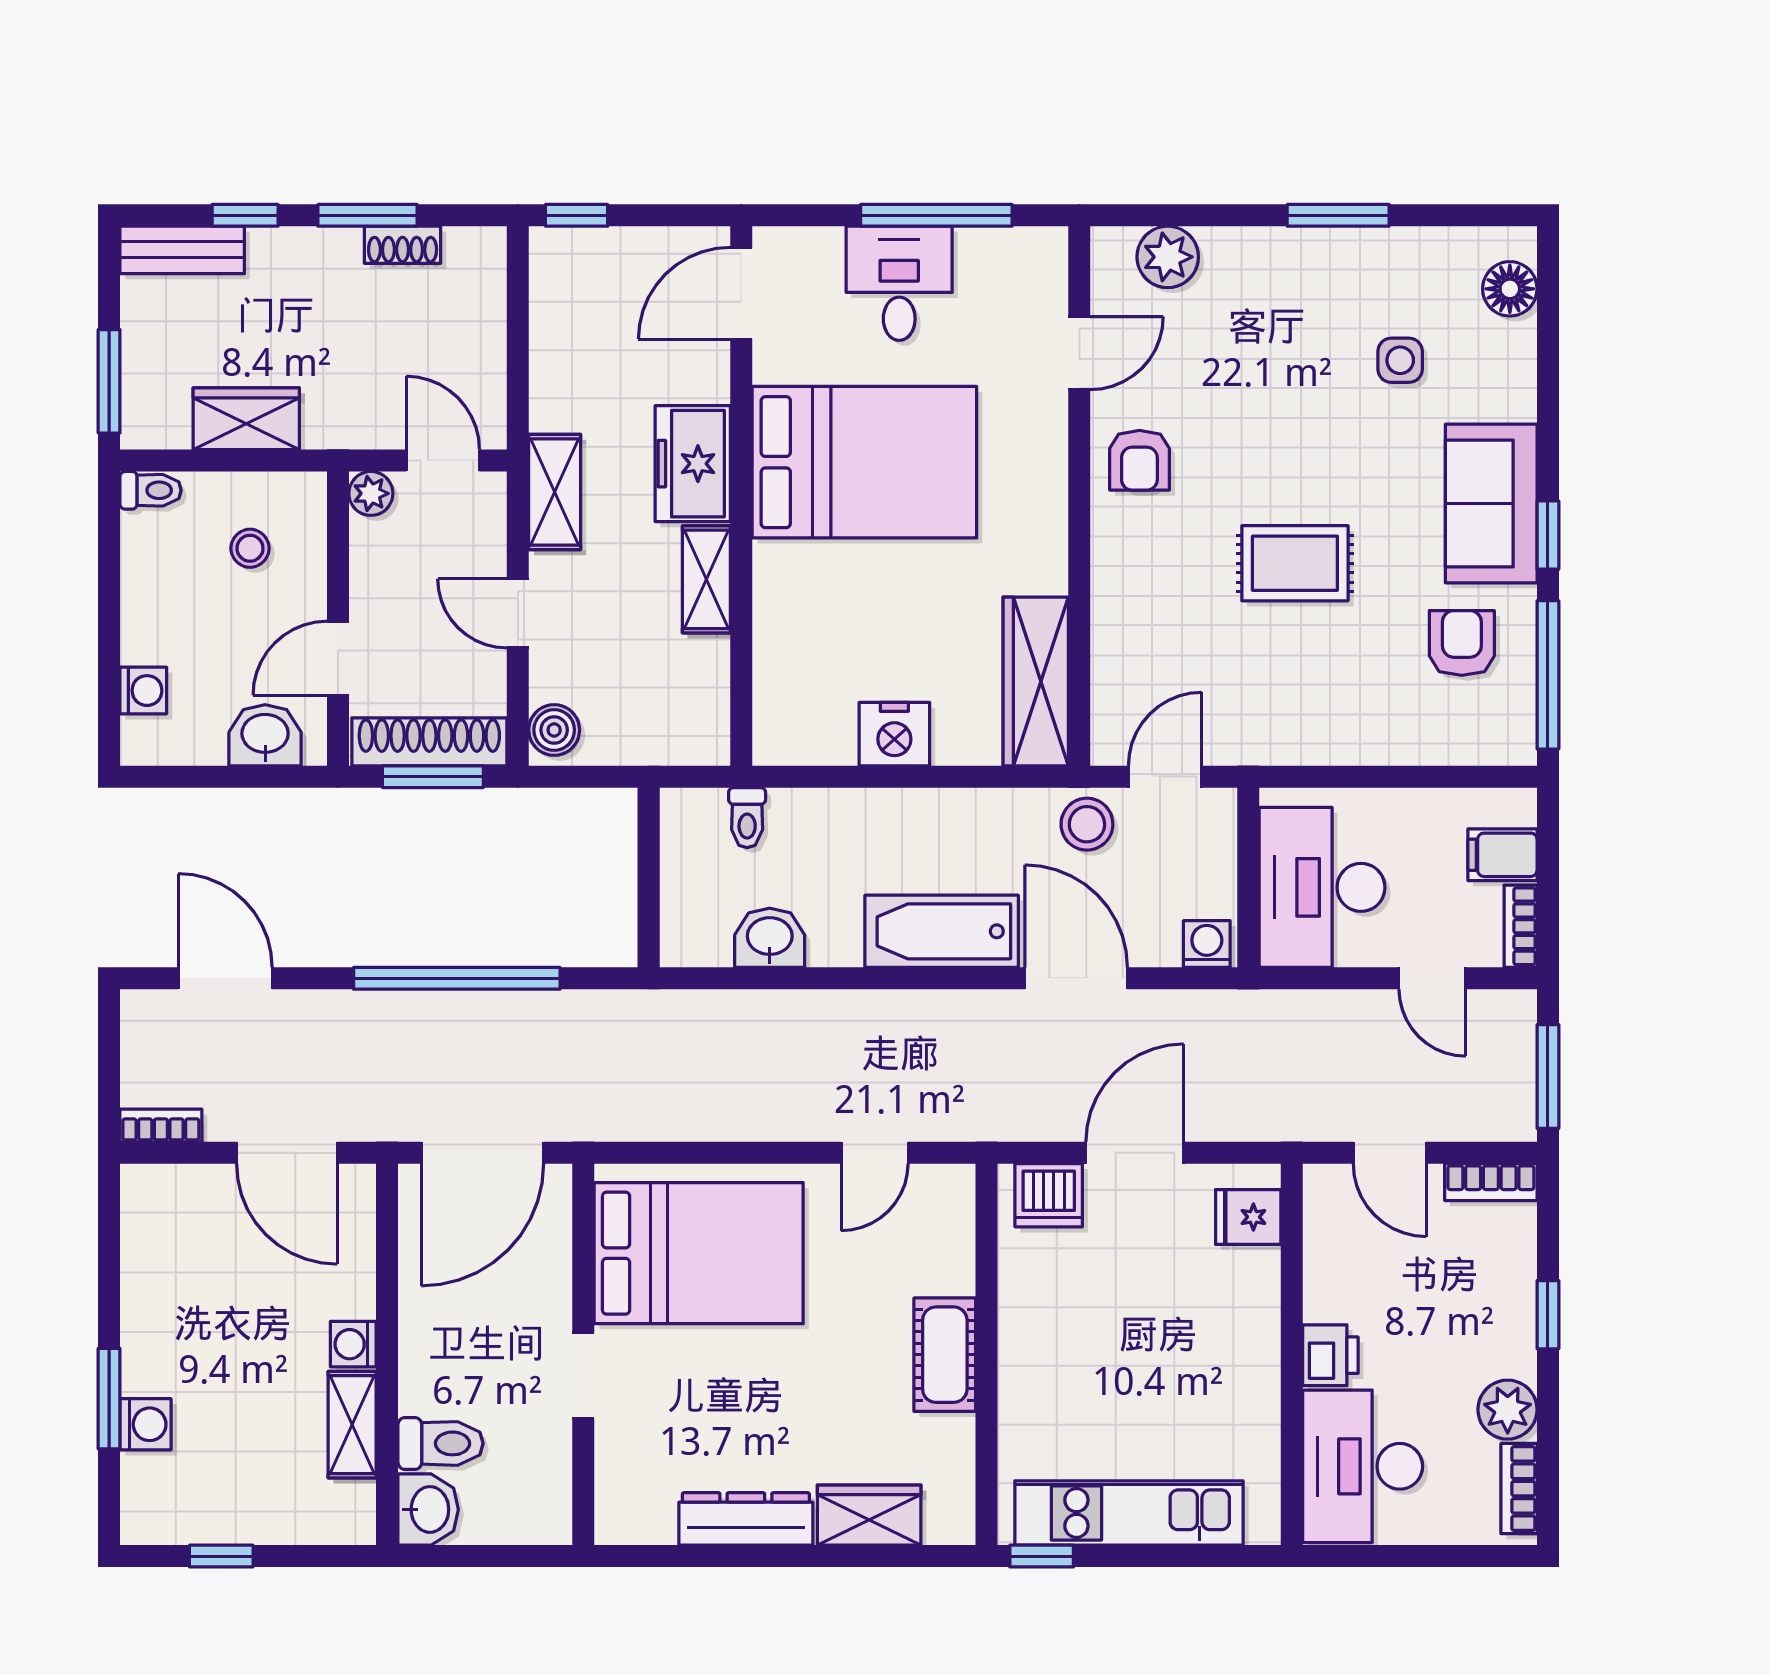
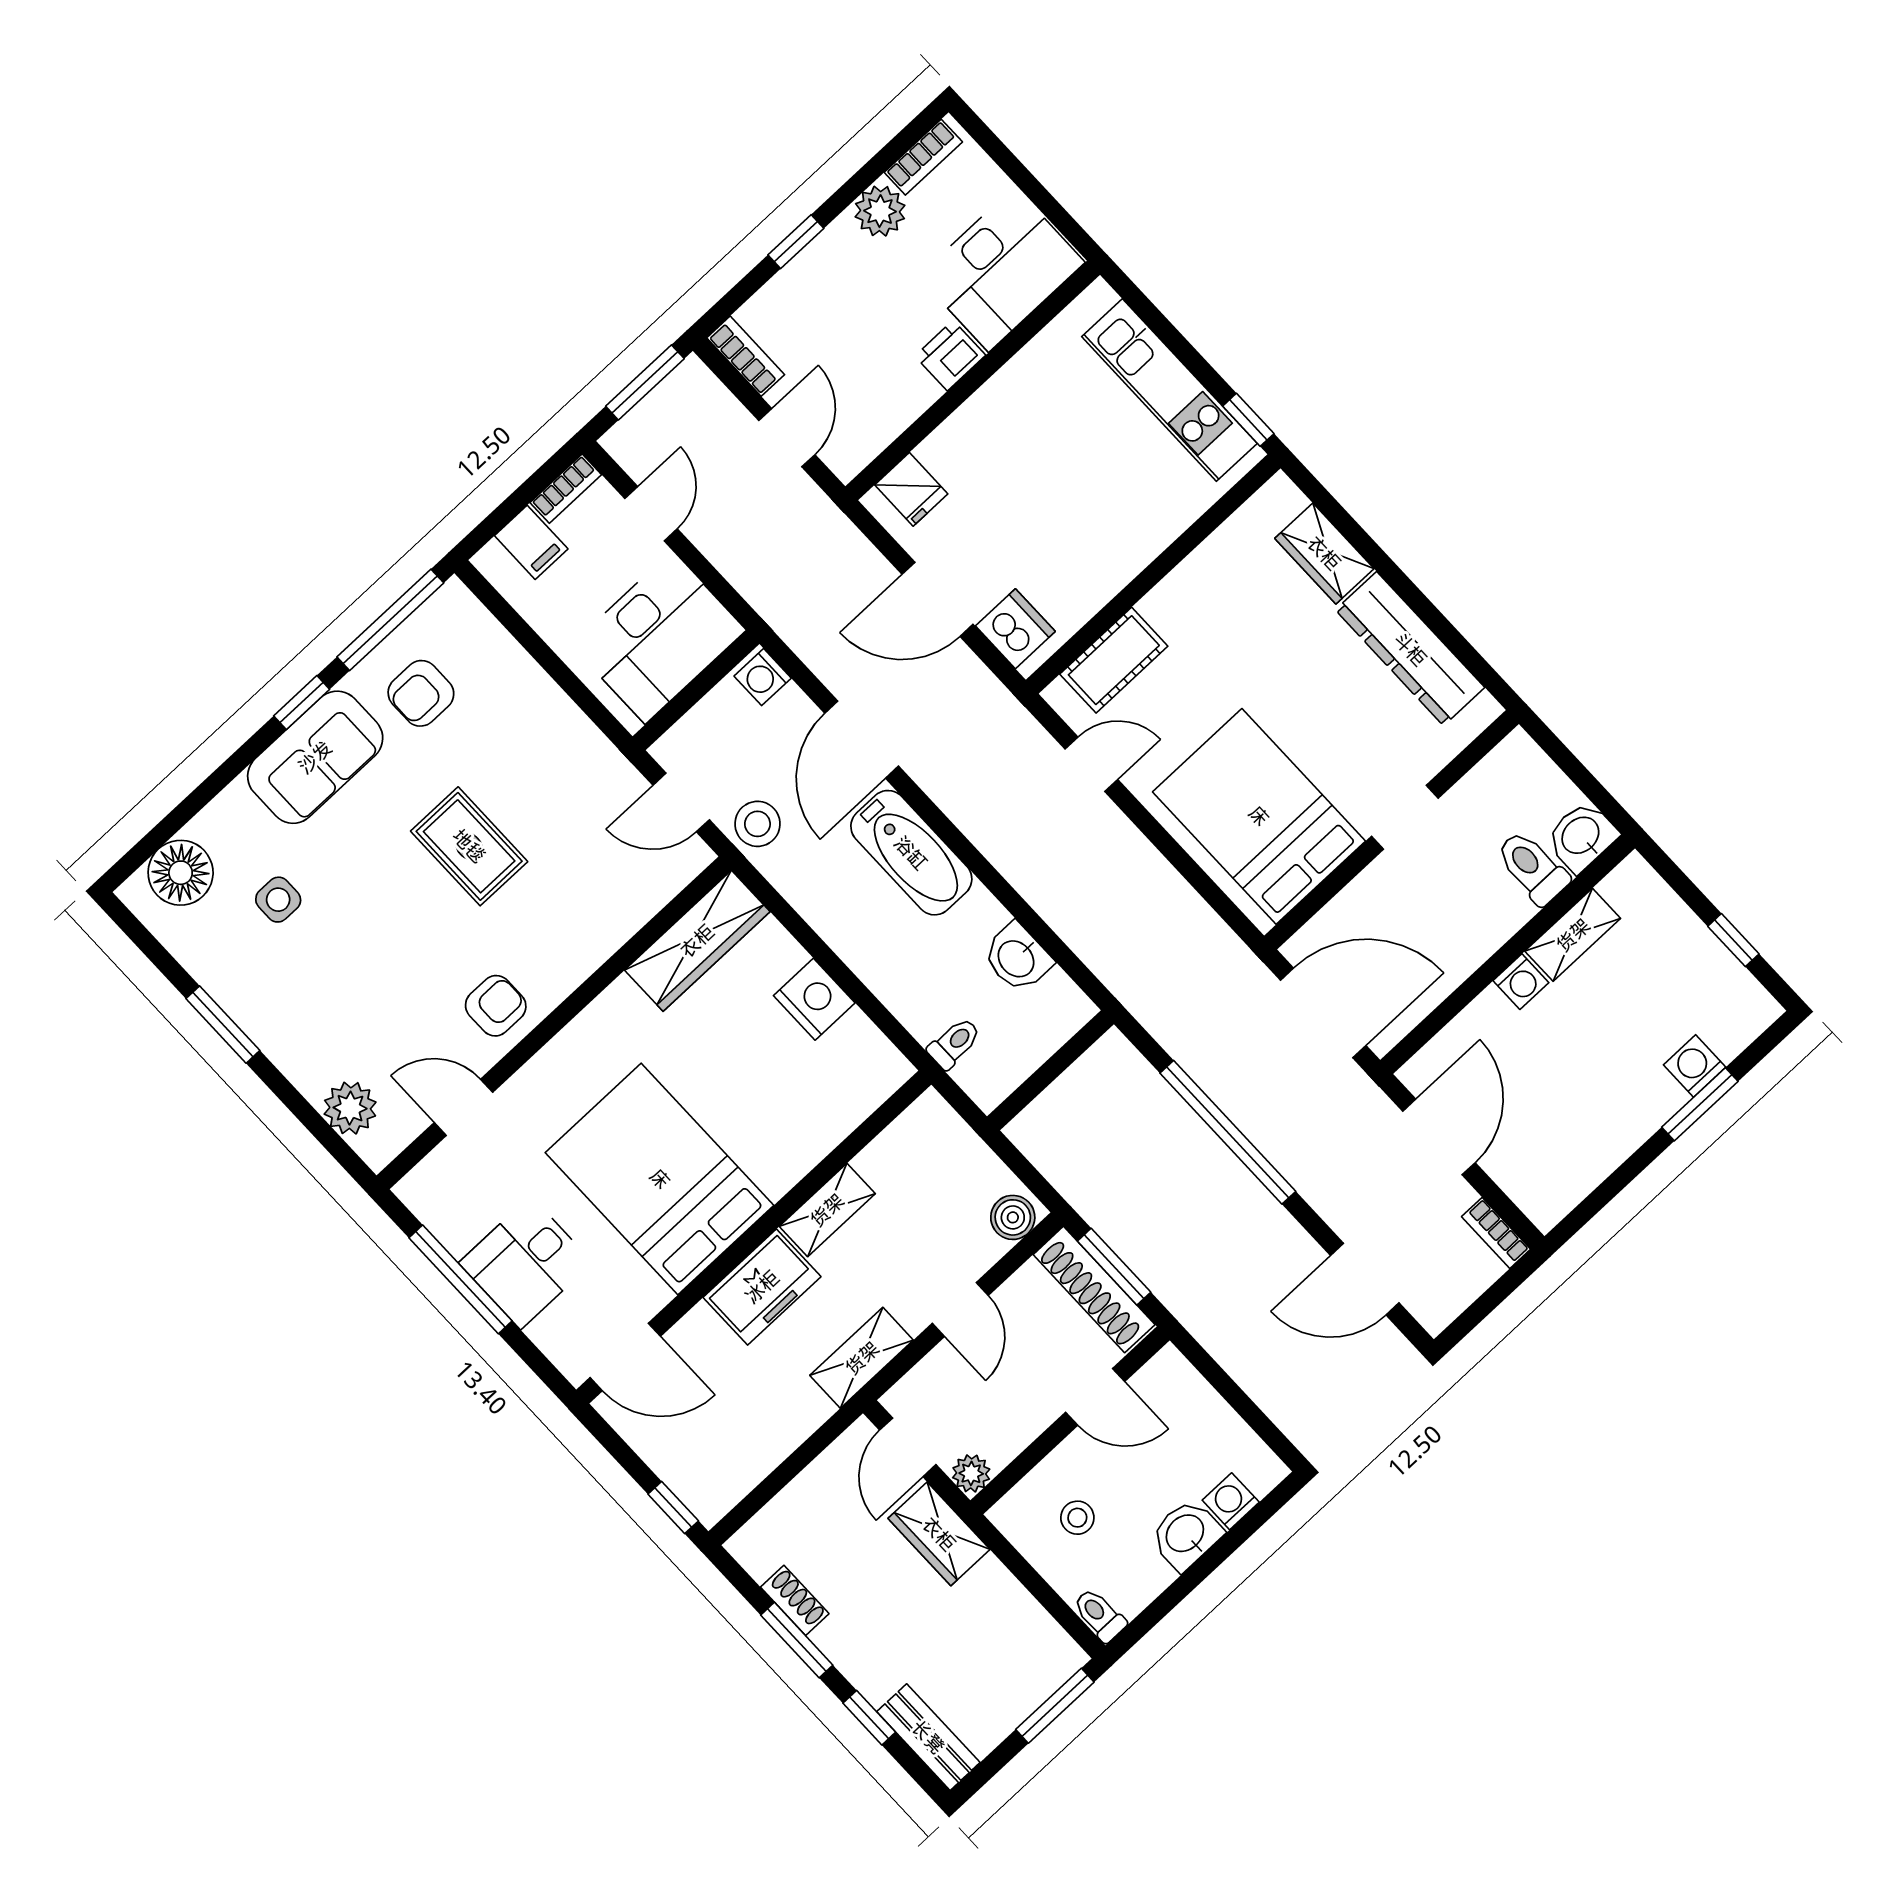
floor lamp: (1510, 289) -> (181, 873), width x1.38, depth x1.38
wardrobe: (246, 419) -> (939, 1534), moved
washbasin: (265, 735) -> (1186, 1534), moved, turned 90
door: (225, 978) -> (1365, 1279), hinge flipped
cot: (945, 1355) -> (1114, 660), moved
dresser: (746, 1519) -> (1410, 649), width x1.37, depth x1.24

